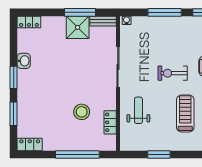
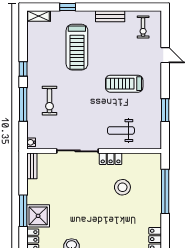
window: (80, 12) -> (23, 211), moved
shower: (78, 27) -> (38, 216), moved
exercise bike: (173, 73) -> (49, 101), moved
locker: (110, 122) -> (111, 159), moved

